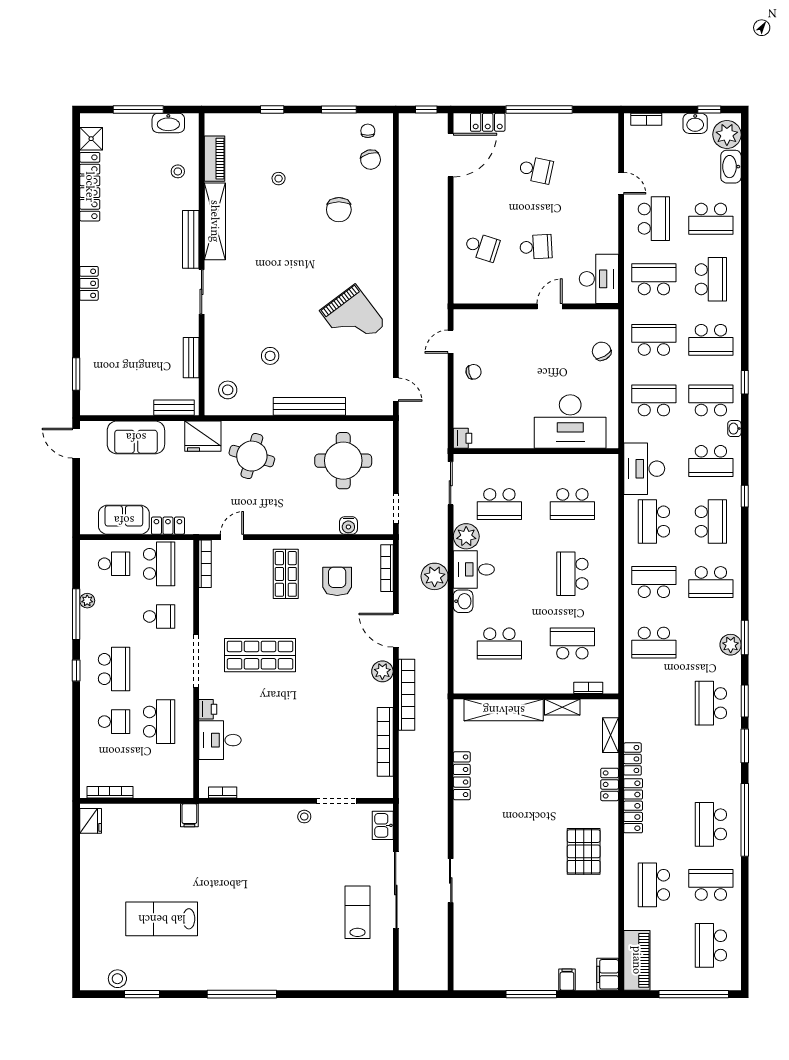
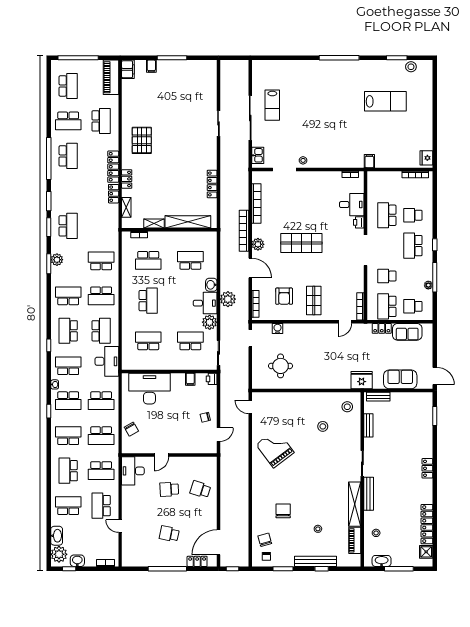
bench: (309, 406) -> (316, 561), moved
filing cabinet: (500, 438) -> (190, 379), added
round table: (252, 456) -> (333, 369), removed
round table: (343, 461) -> (281, 366), width x0.73, depth x0.73
shop shelf: (260, 655) -> (301, 243), moved

